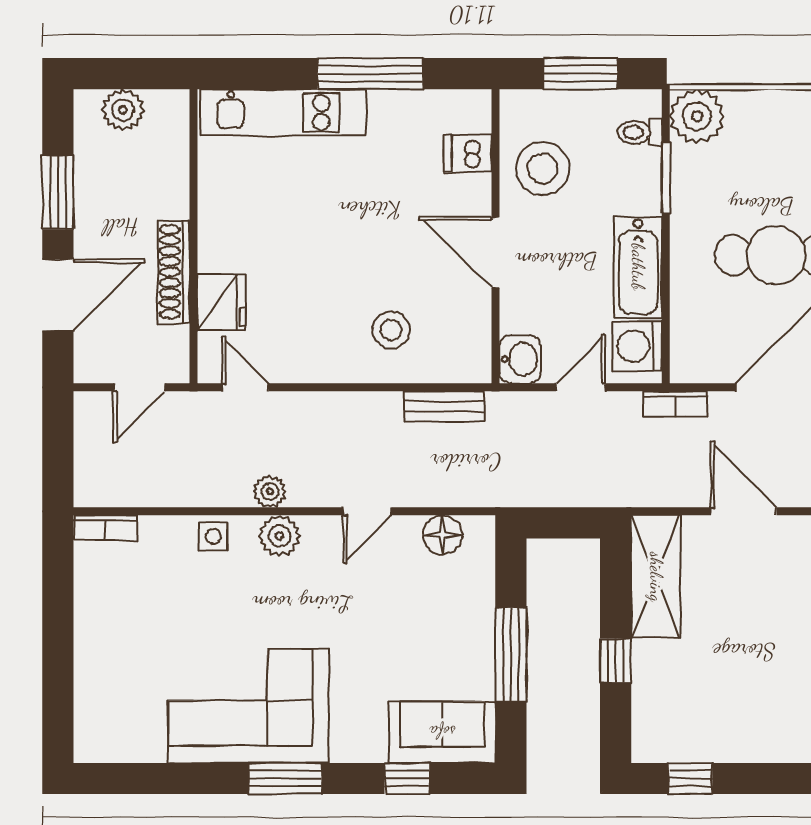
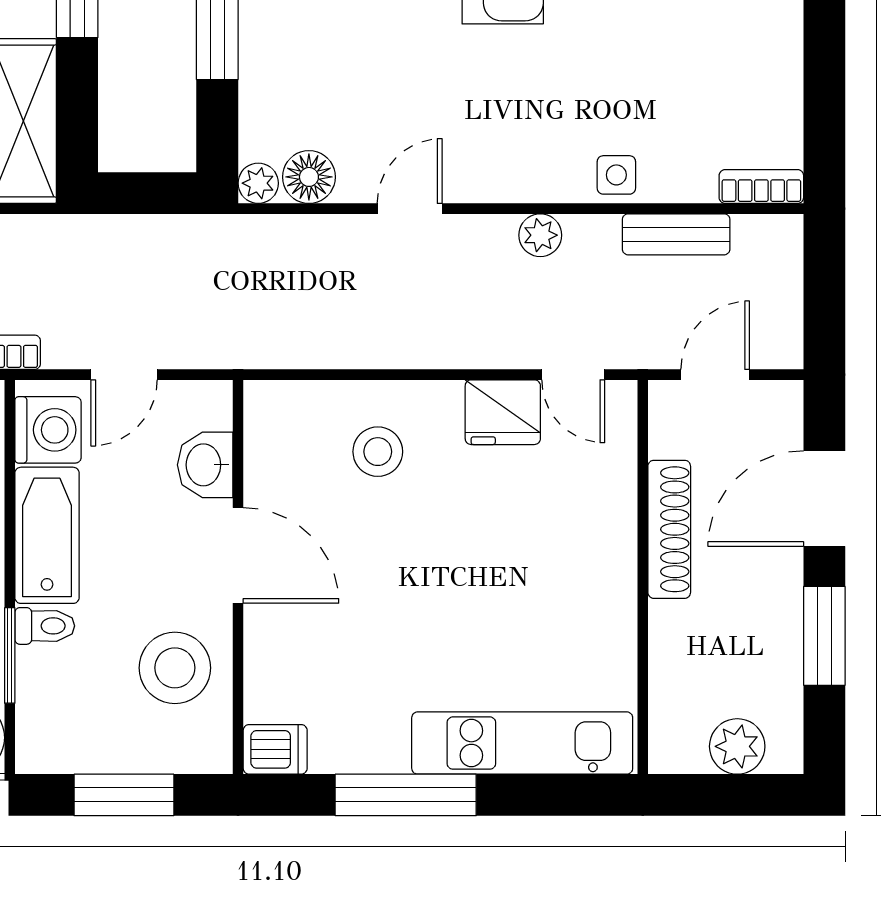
toilet: (640, 132) -> (45, 626), moved
dishwasher: (468, 154) -> (275, 749), moved
fridge: (221, 302) -> (503, 412), moved, turned -90
washbasin: (520, 359) -> (205, 465), moved
bench: (444, 407) -> (676, 234), moved
plant: (279, 536) -> (258, 183), moved, width x0.73, depth x0.73

